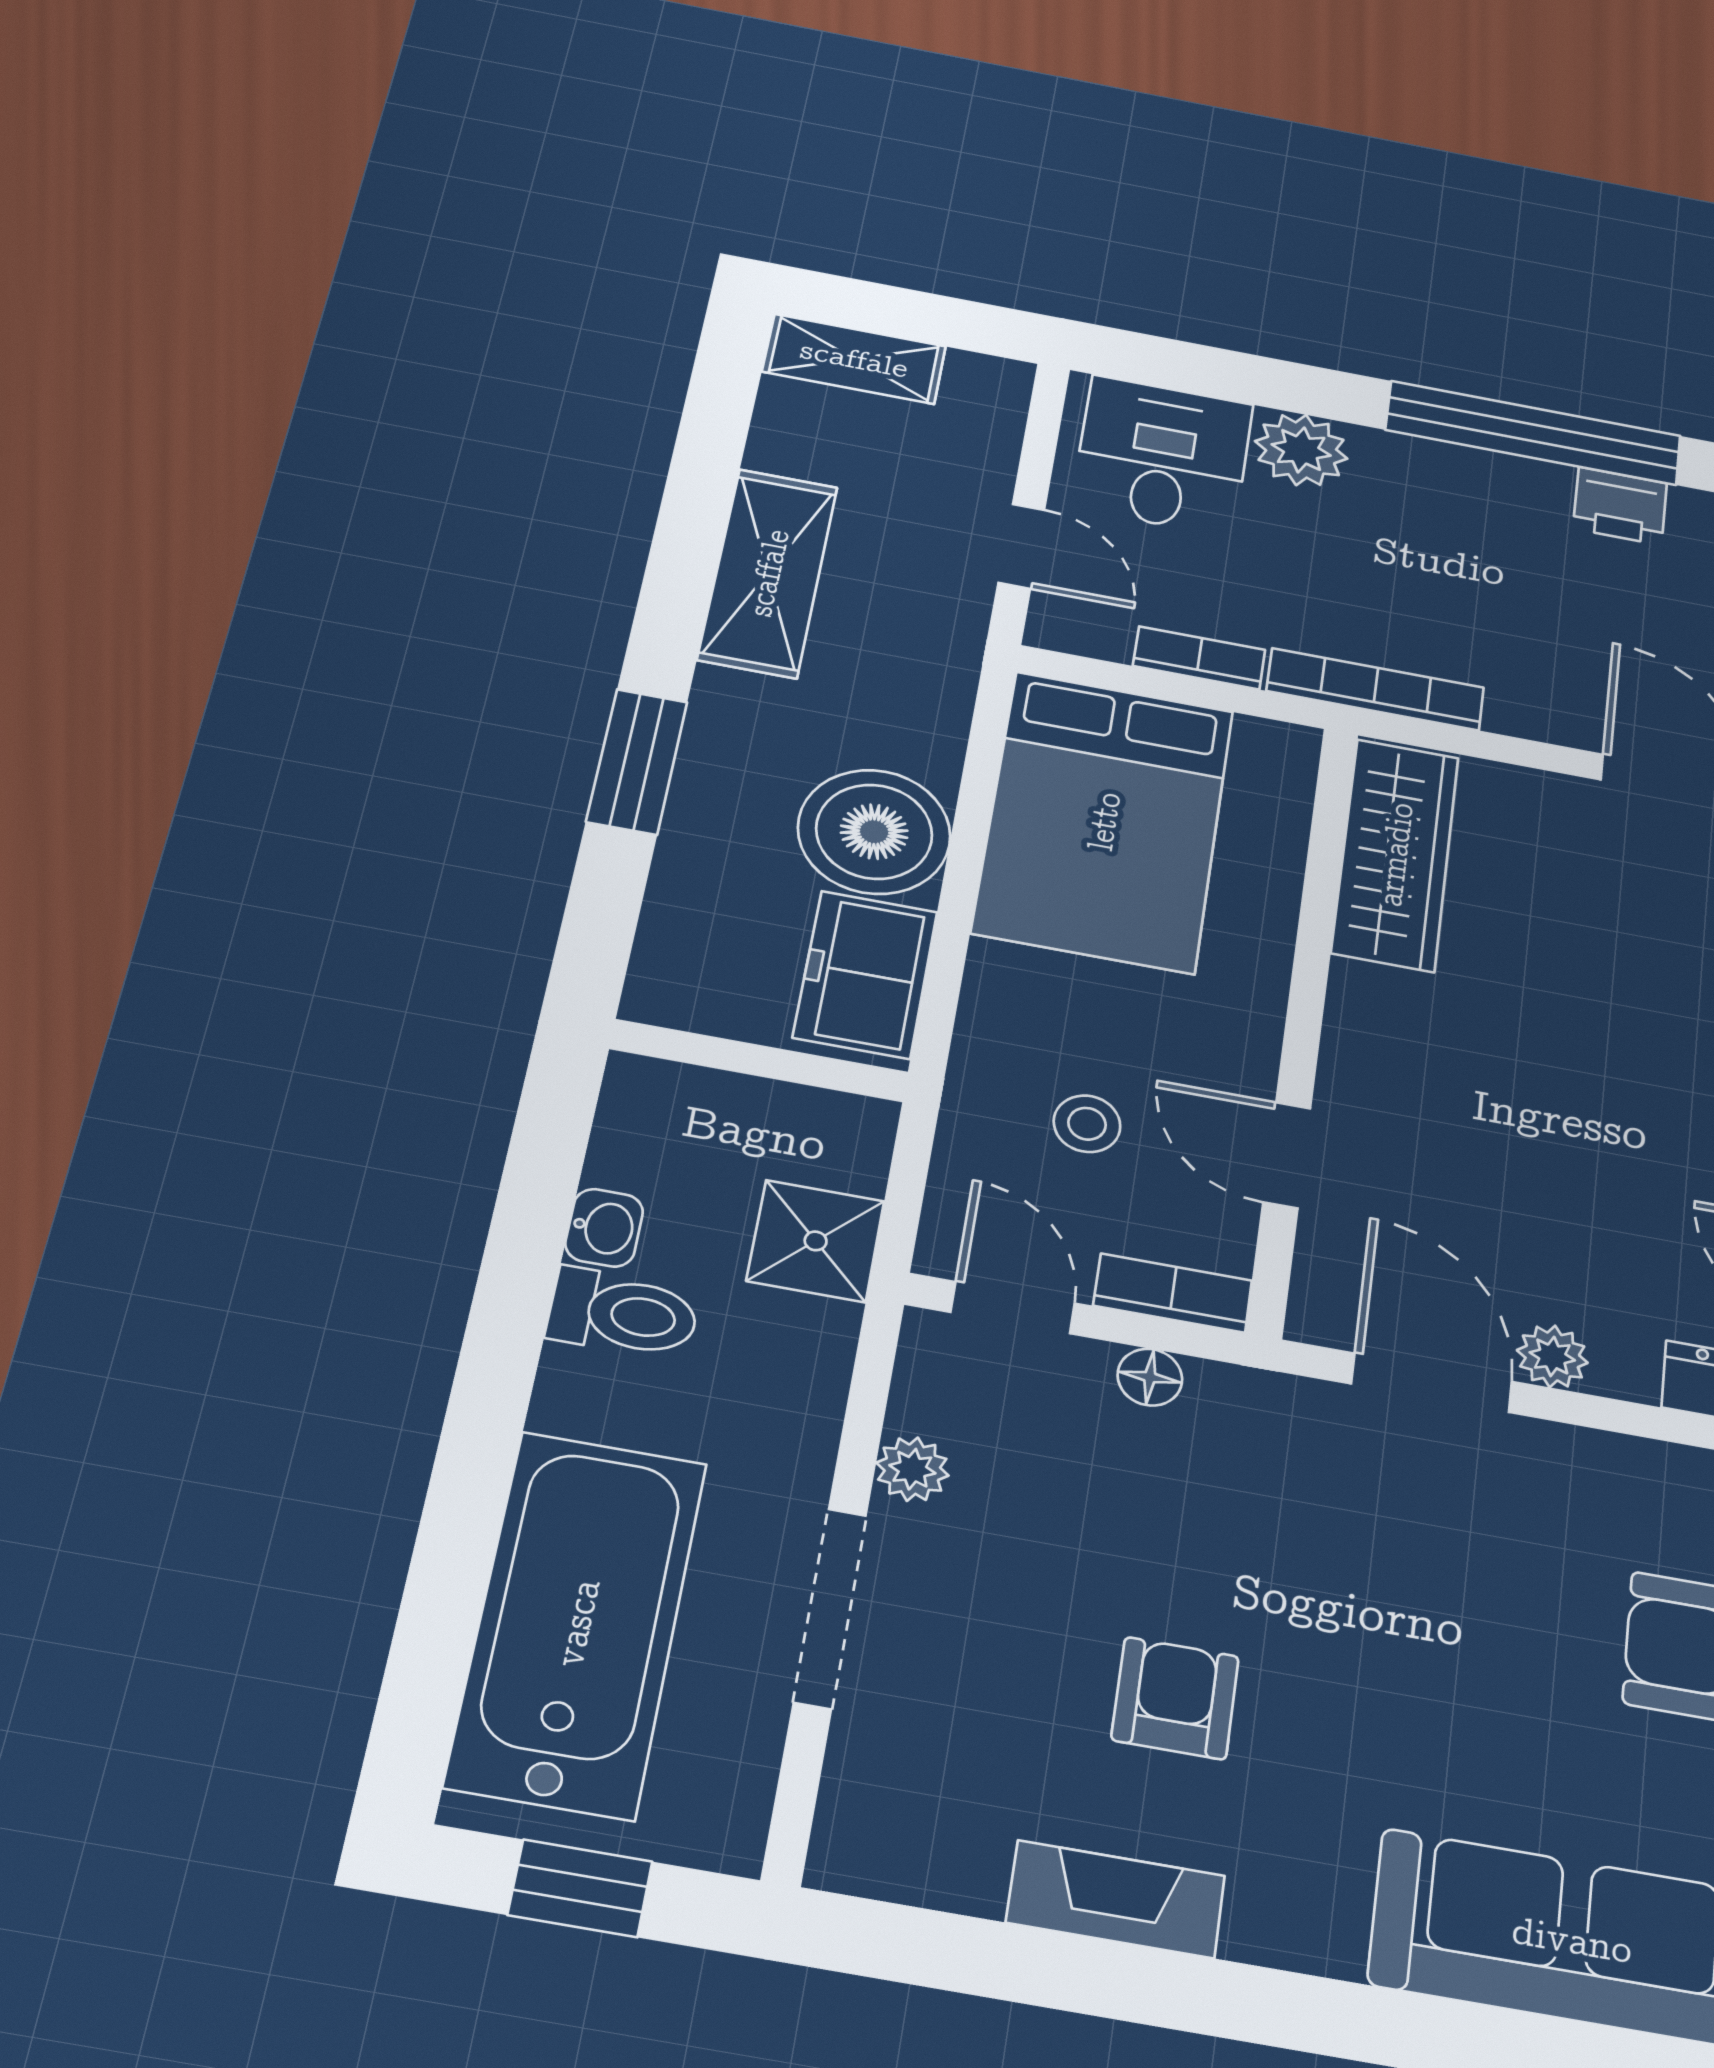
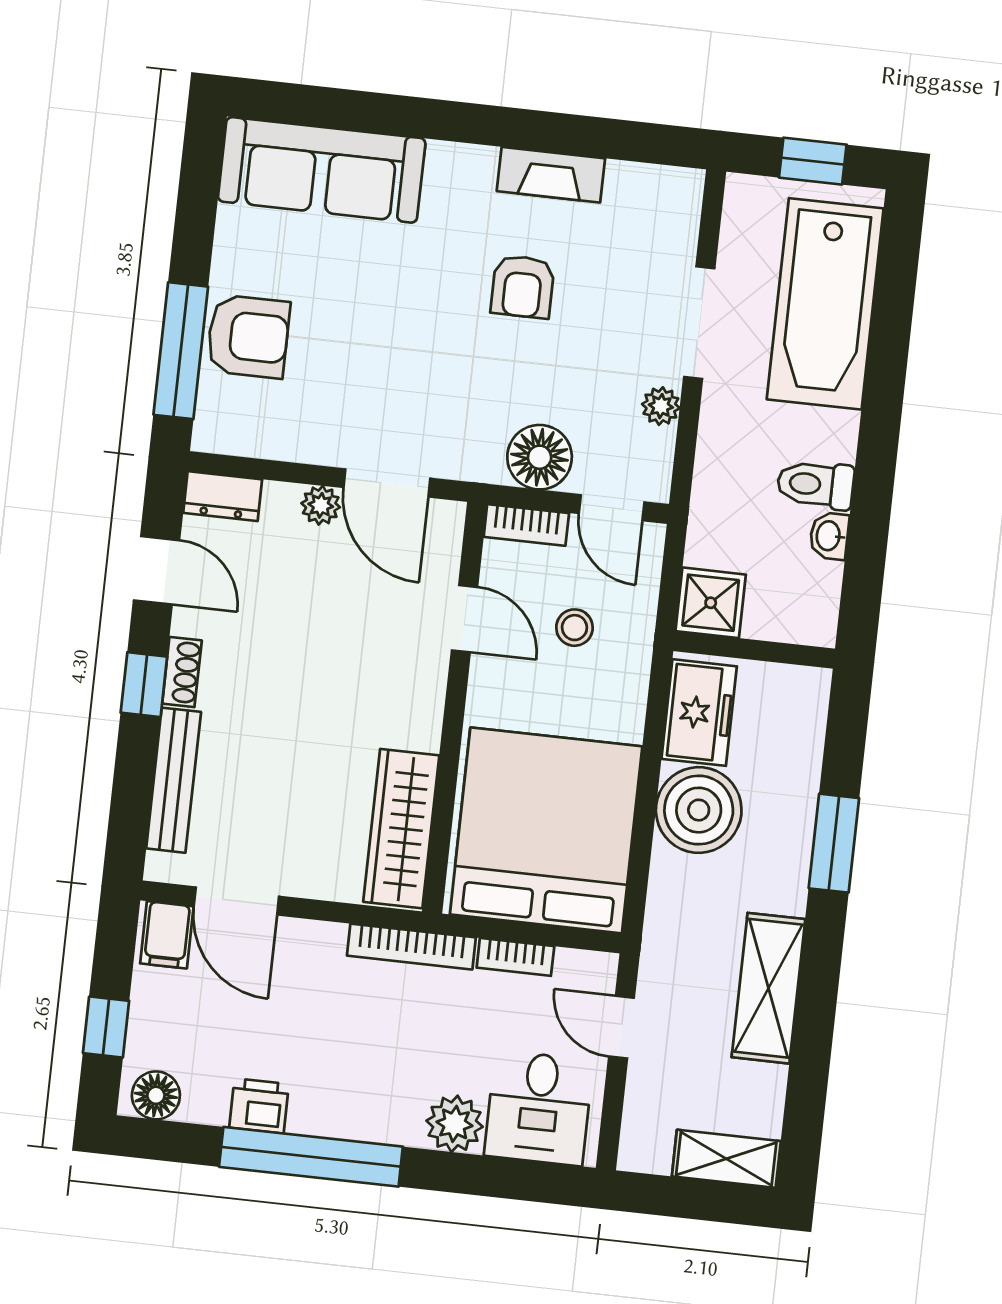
bed: (1104, 821) -> (546, 830), width x1.36
shower: (816, 1241) -> (711, 603), moved
floor lamp: (1150, 1377) -> (540, 457), width x1.89, depth x1.89

